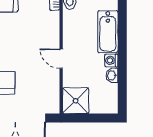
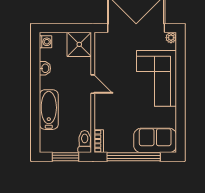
washing machine: (111, 60) -> (46, 42), moved

